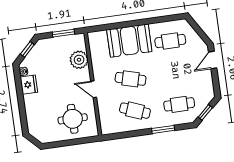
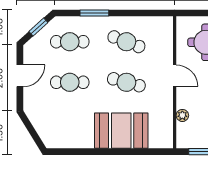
cafe table: (170, 41) -> (70, 82), moved
plant: (79, 60) -> (182, 115), width x0.53, depth x0.53
door: (213, 60) -> (20, 76), moved

